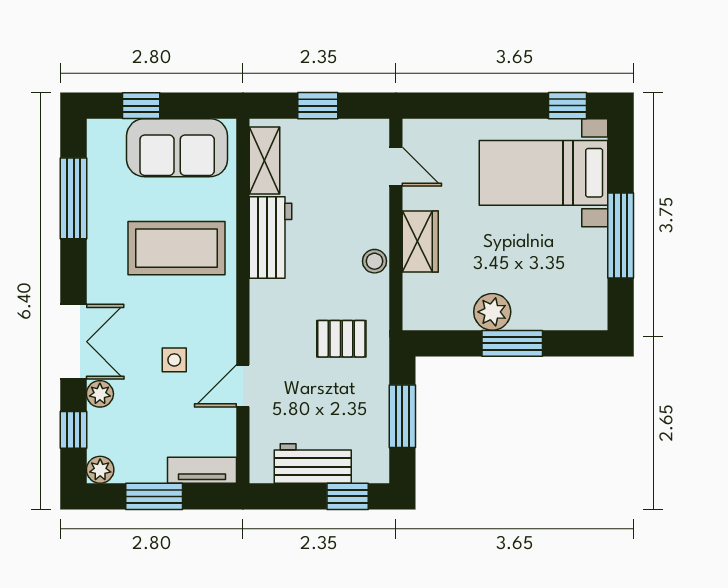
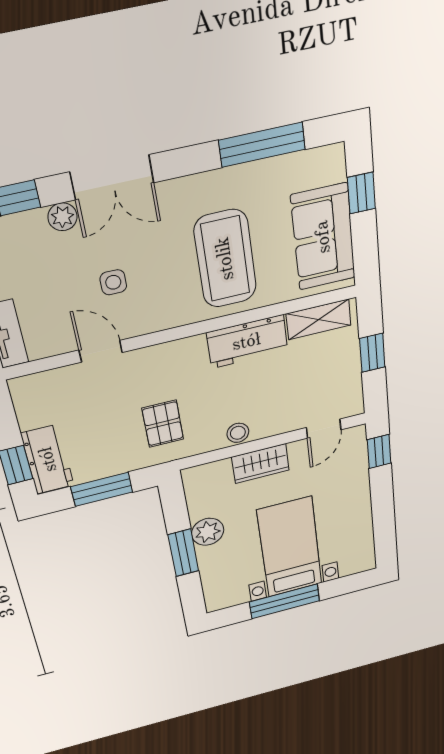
window: (567, 106) -> (379, 451), moved
bed with nightstands: (543, 173) -> (290, 547), moved
workbench: (313, 463) -> (48, 459), moved

